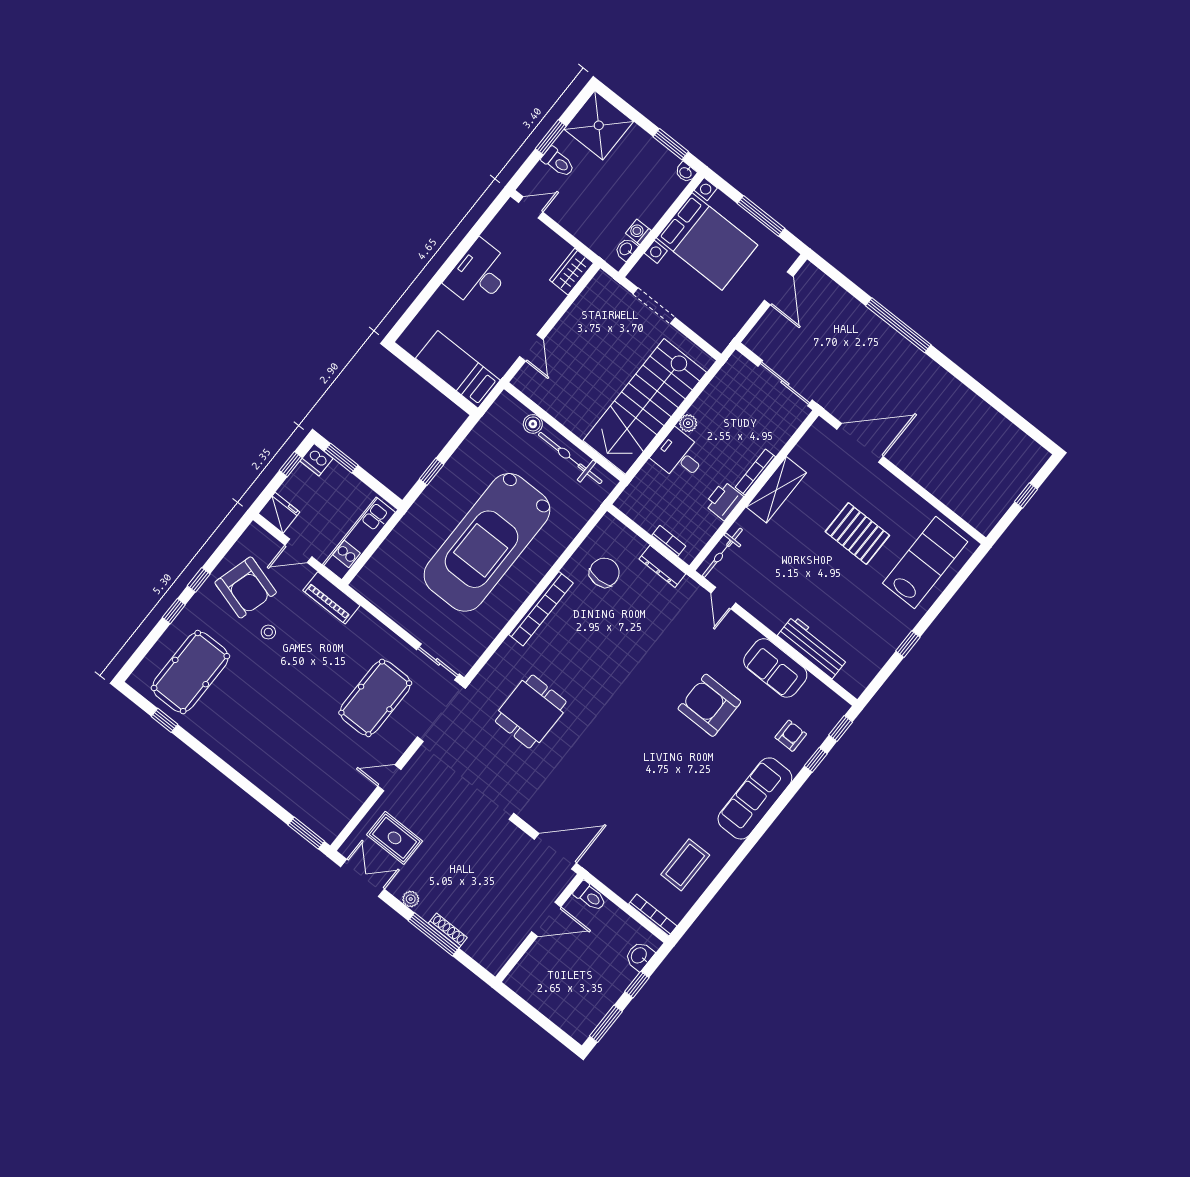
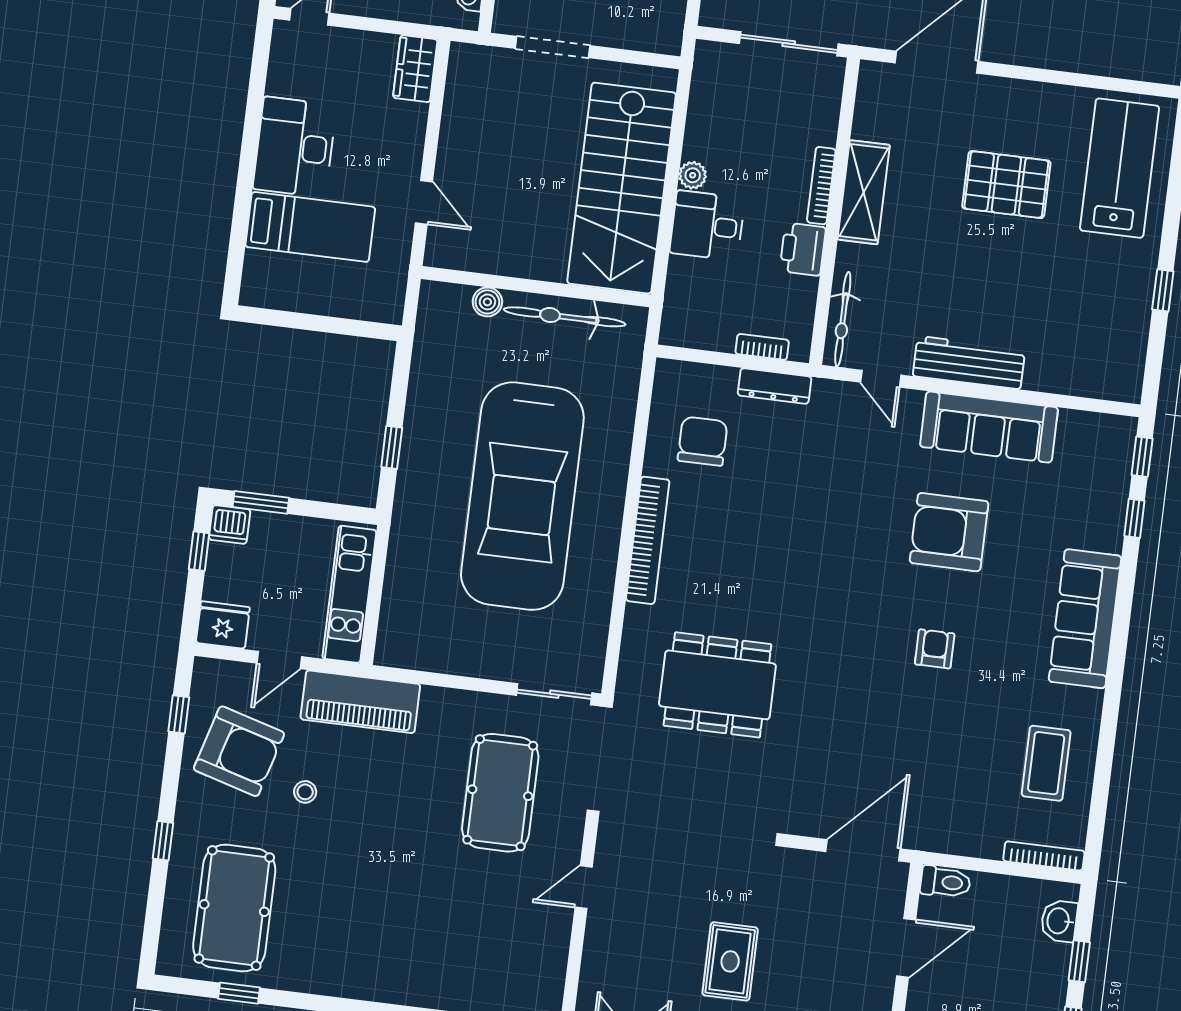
bed: (458, 369) -> (310, 227), moved, turned 180
window: (199, 580) -> (179, 714), moved
piano: (331, 598) -> (360, 702), width x1.37, depth x1.33
workbench: (813, 647) -> (969, 363), moved
sofa: (775, 668) -> (989, 427), width x1.36
dining table: (531, 712) -> (717, 685), width x1.38
armchair: (791, 736) -> (935, 649), moved
rug: (395, 838) -> (730, 961), moved, turned 90

